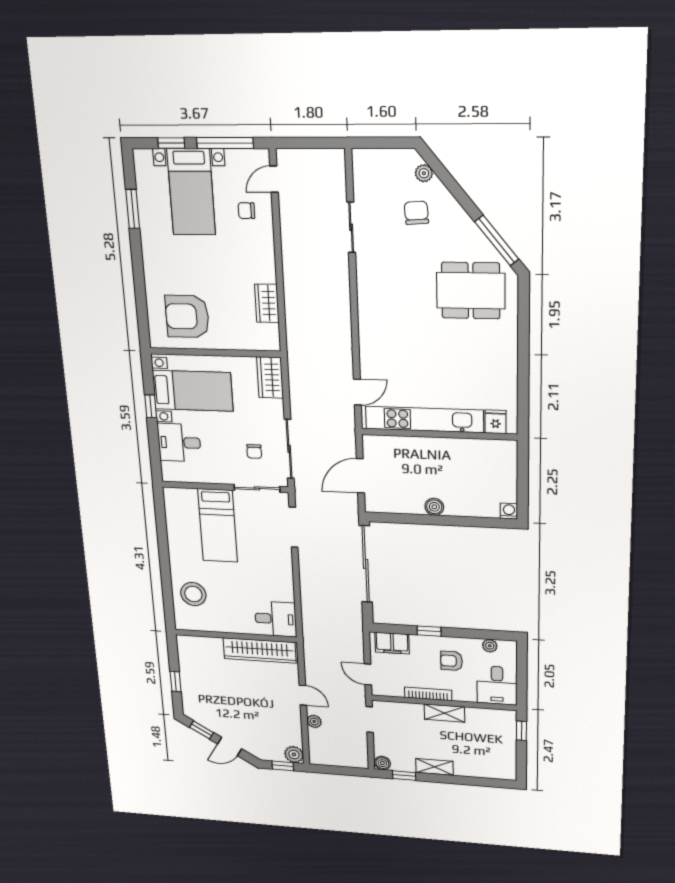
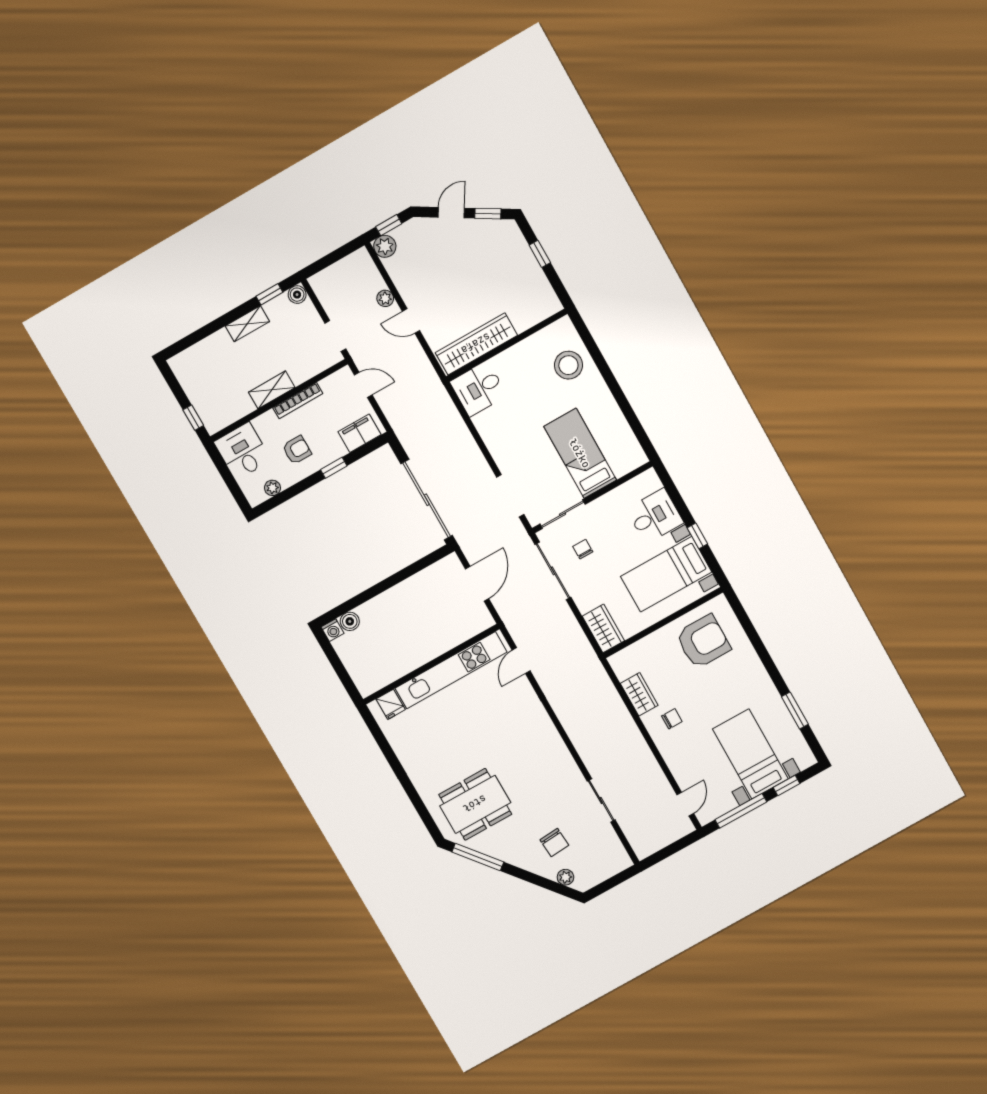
chair: (246, 211) -> (672, 719), moved
boiler: (434, 507) -> (350, 621), moved

